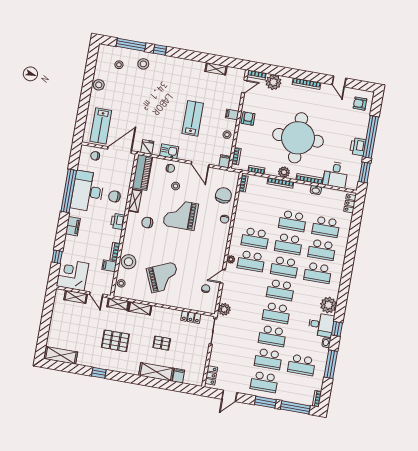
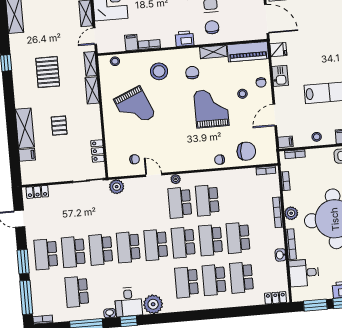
stool: (129, 262) -> (159, 71), moved

